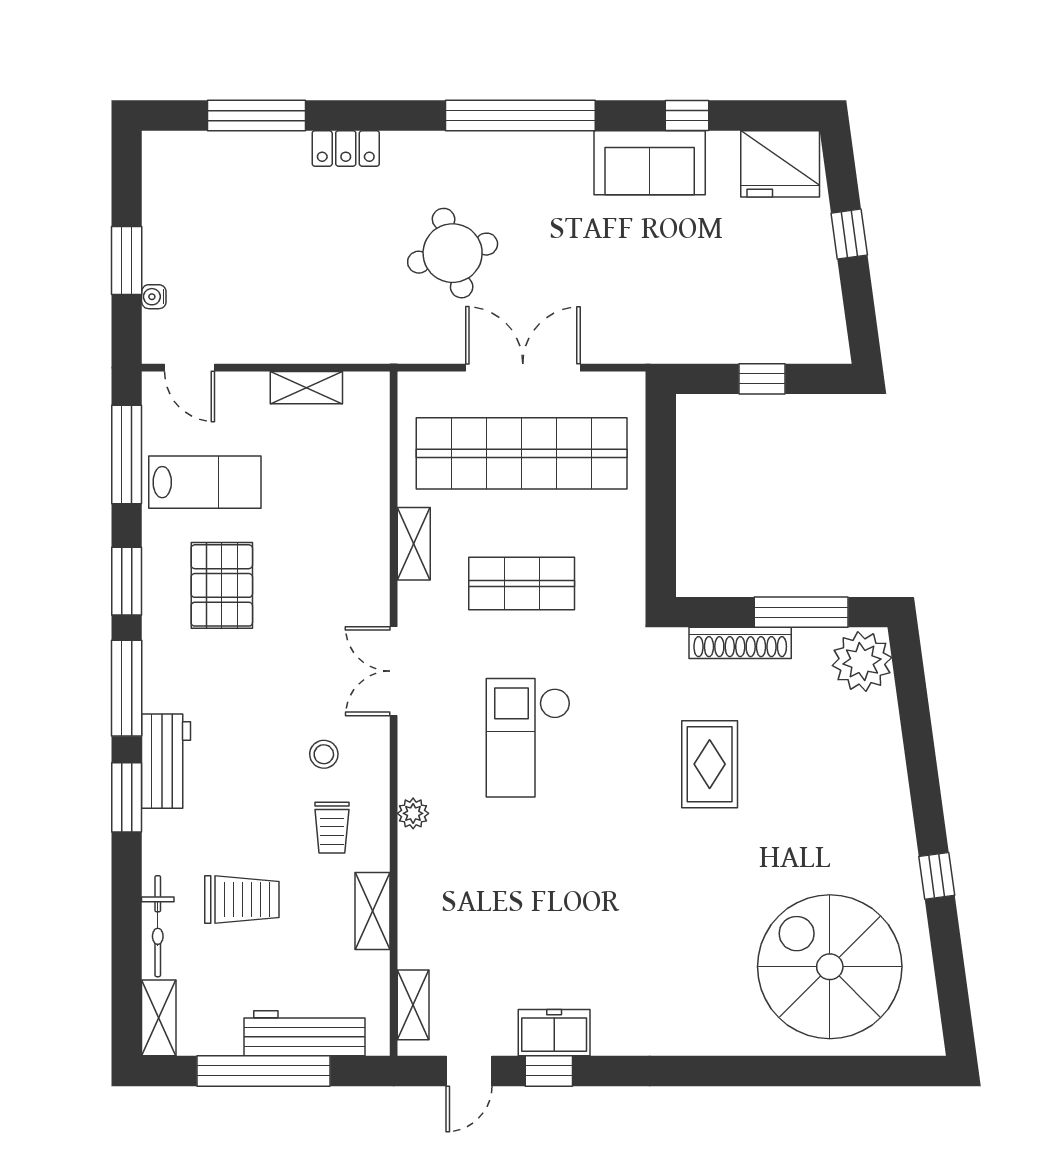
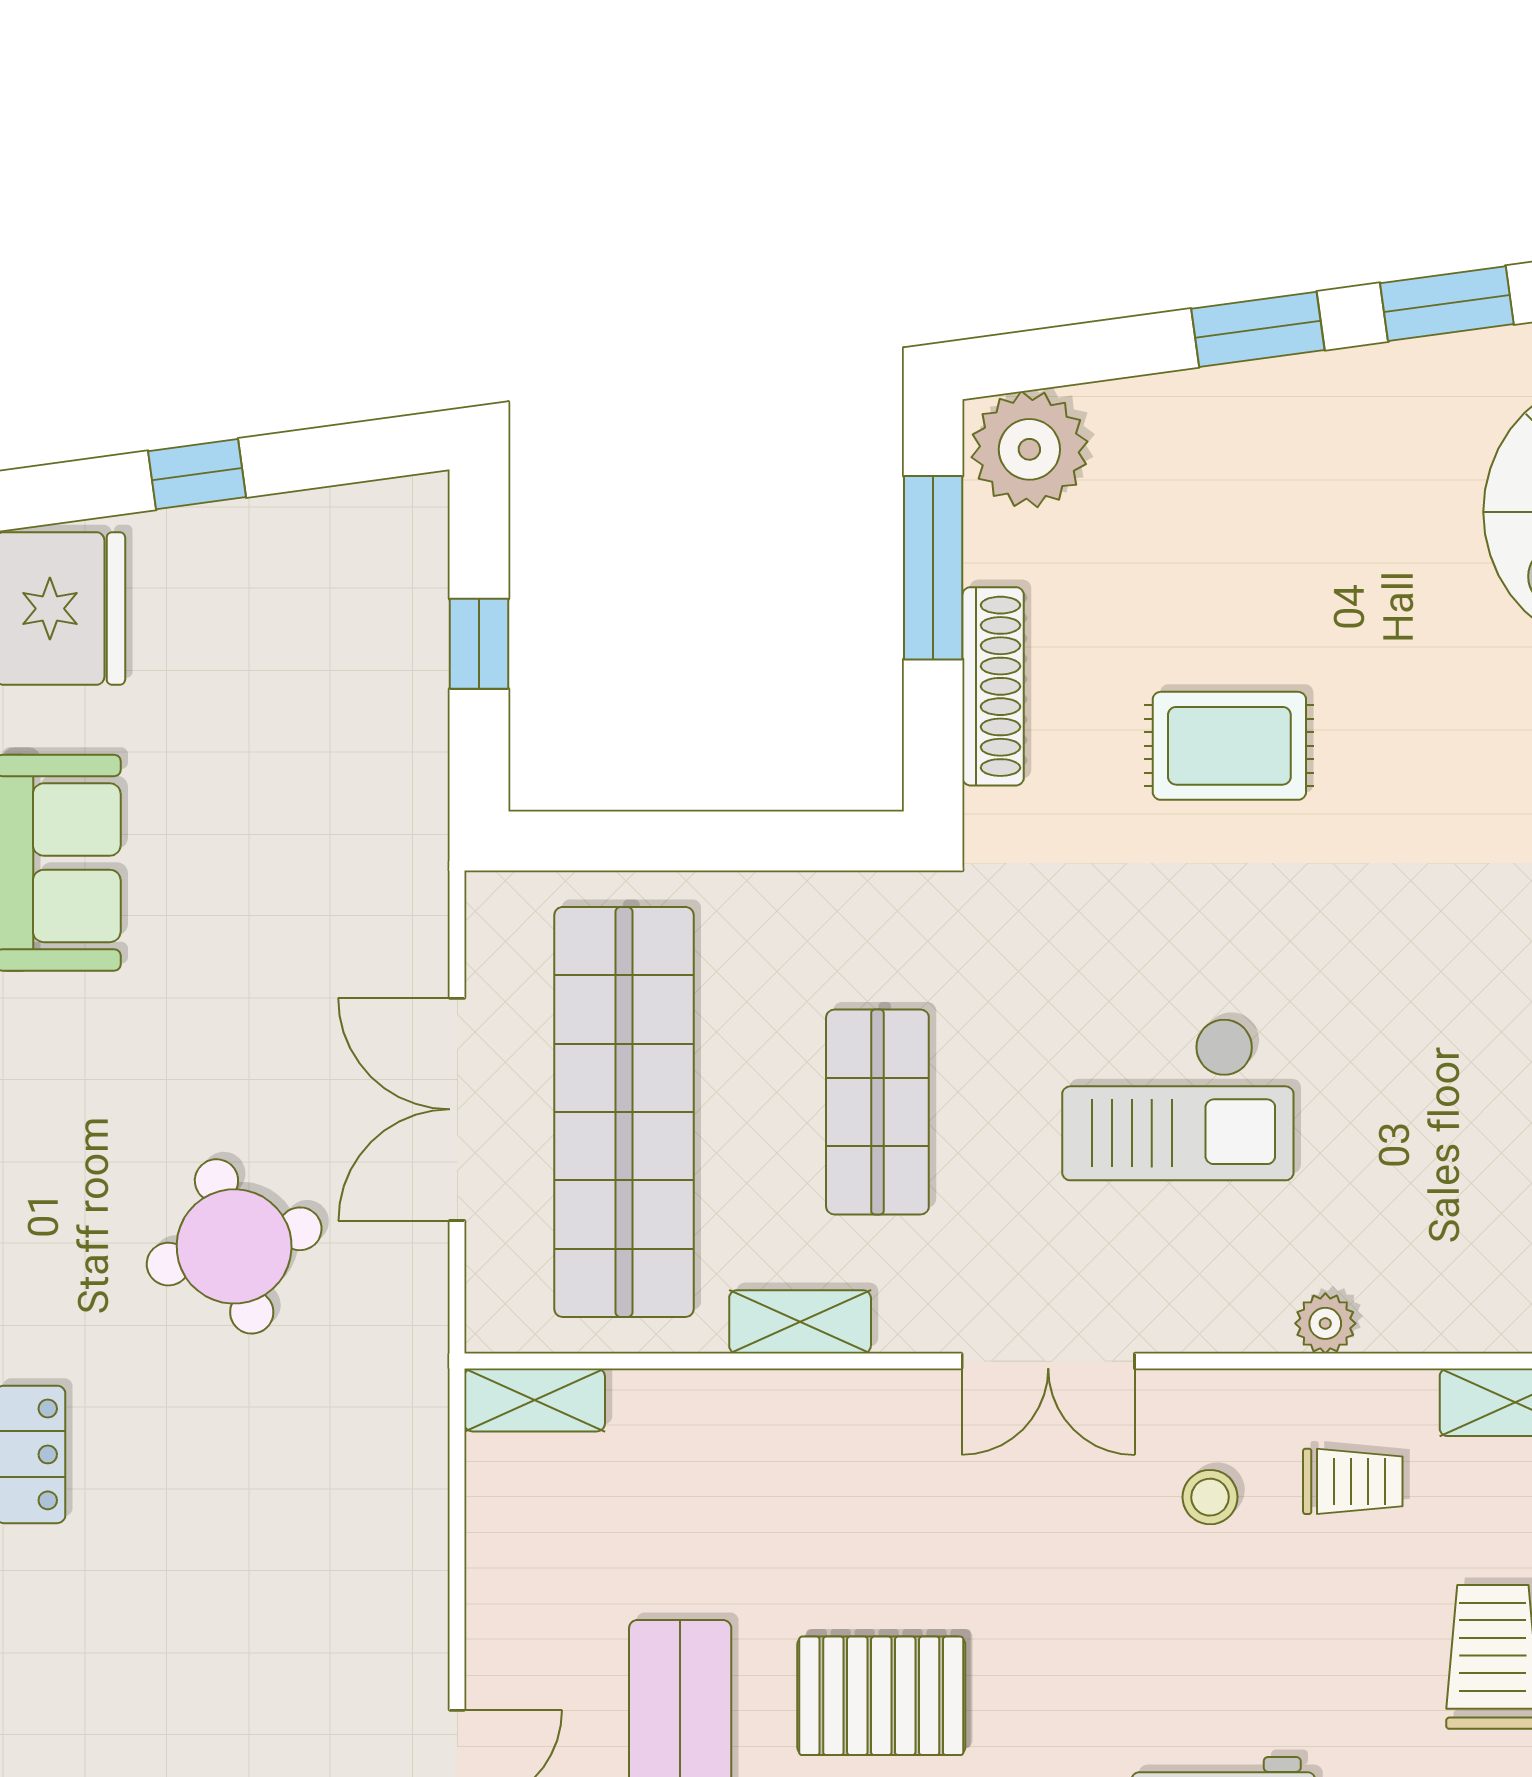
shelving: (306, 388) -> (535, 1400), moved, turned 90
window: (924, 779) -> (1258, 329), added
window: (937, 876) -> (1447, 304), width x1.50

